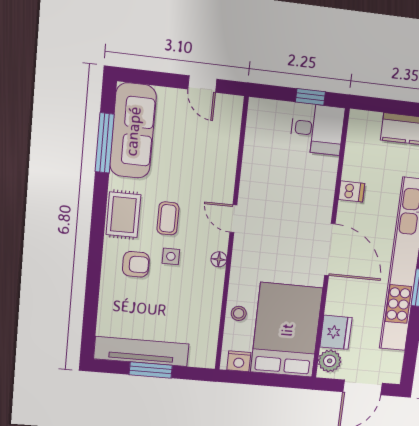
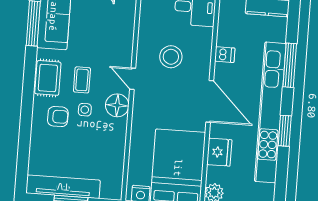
floor lamp: (219, 259) -> (117, 105), width x1.89, depth x1.89
stool: (239, 313) -> (171, 57), moved, width x1.89, depth x1.89
fridge: (336, 332) -> (219, 152), moved

